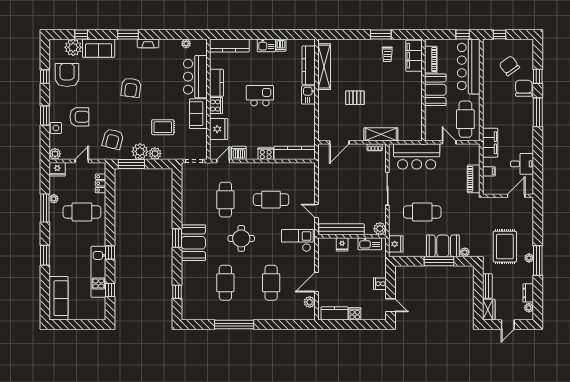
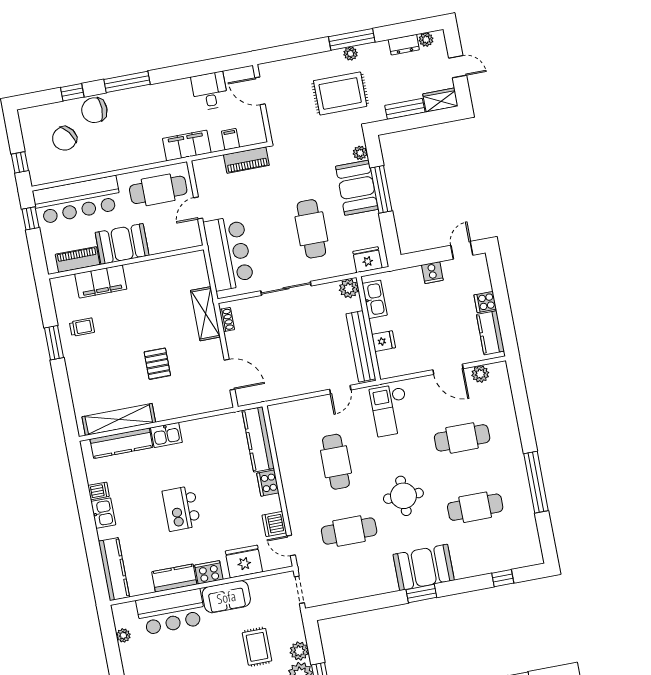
filing cabinet: (414, 56) -> (101, 281), moved

